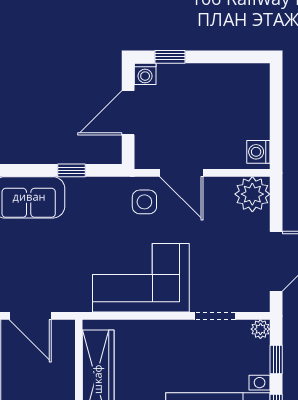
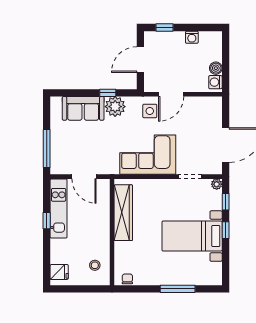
washing machine: (145, 74) -> (192, 37), moved
boiler: (259, 127) -> (216, 68), added
door: (181, 173) -> (171, 94), hinge flipped
plant: (252, 194) -> (115, 107), moved

